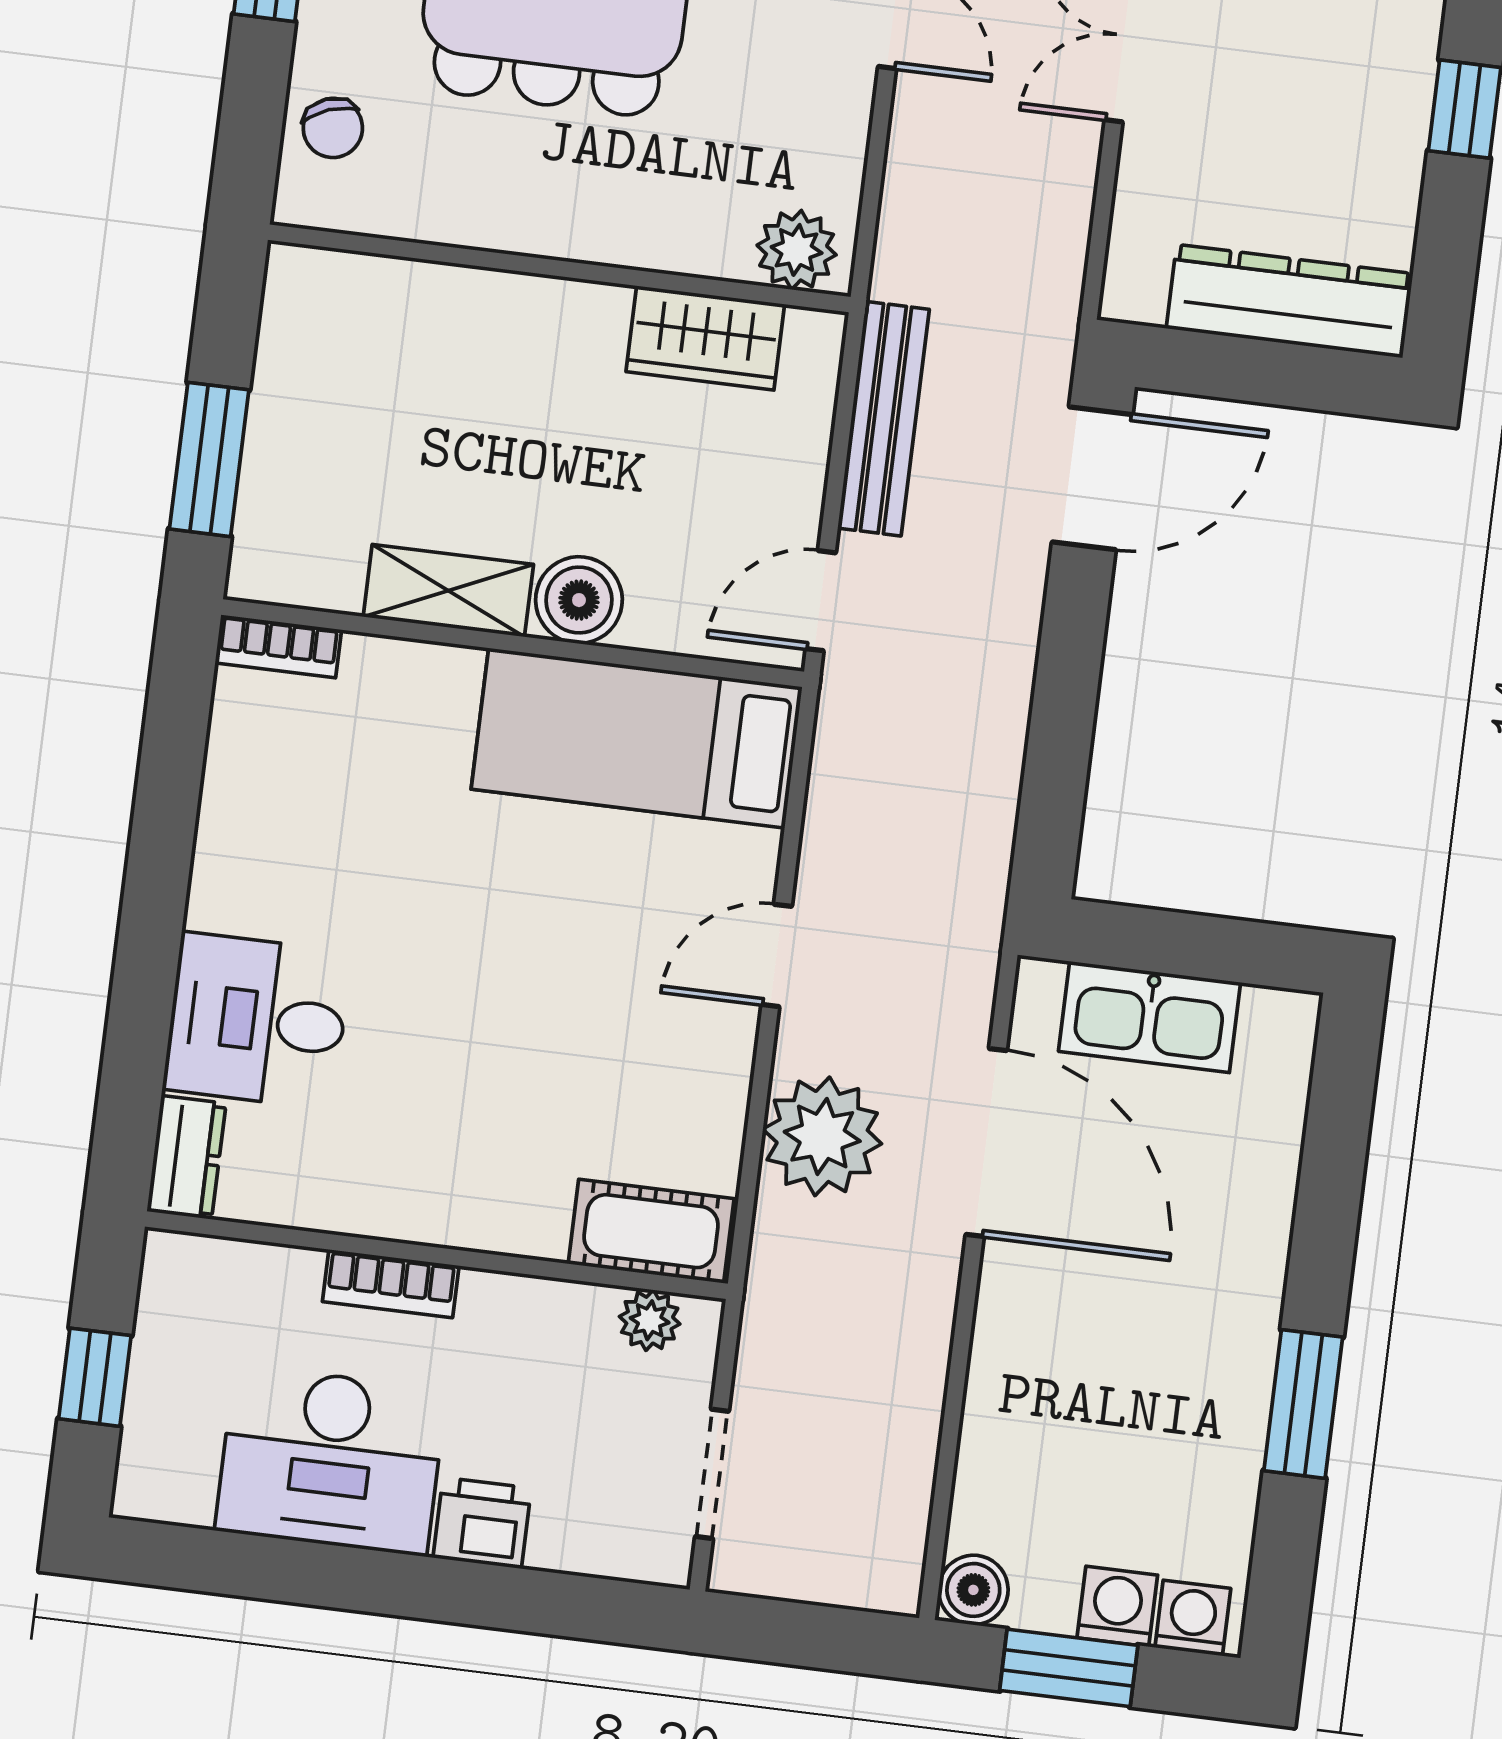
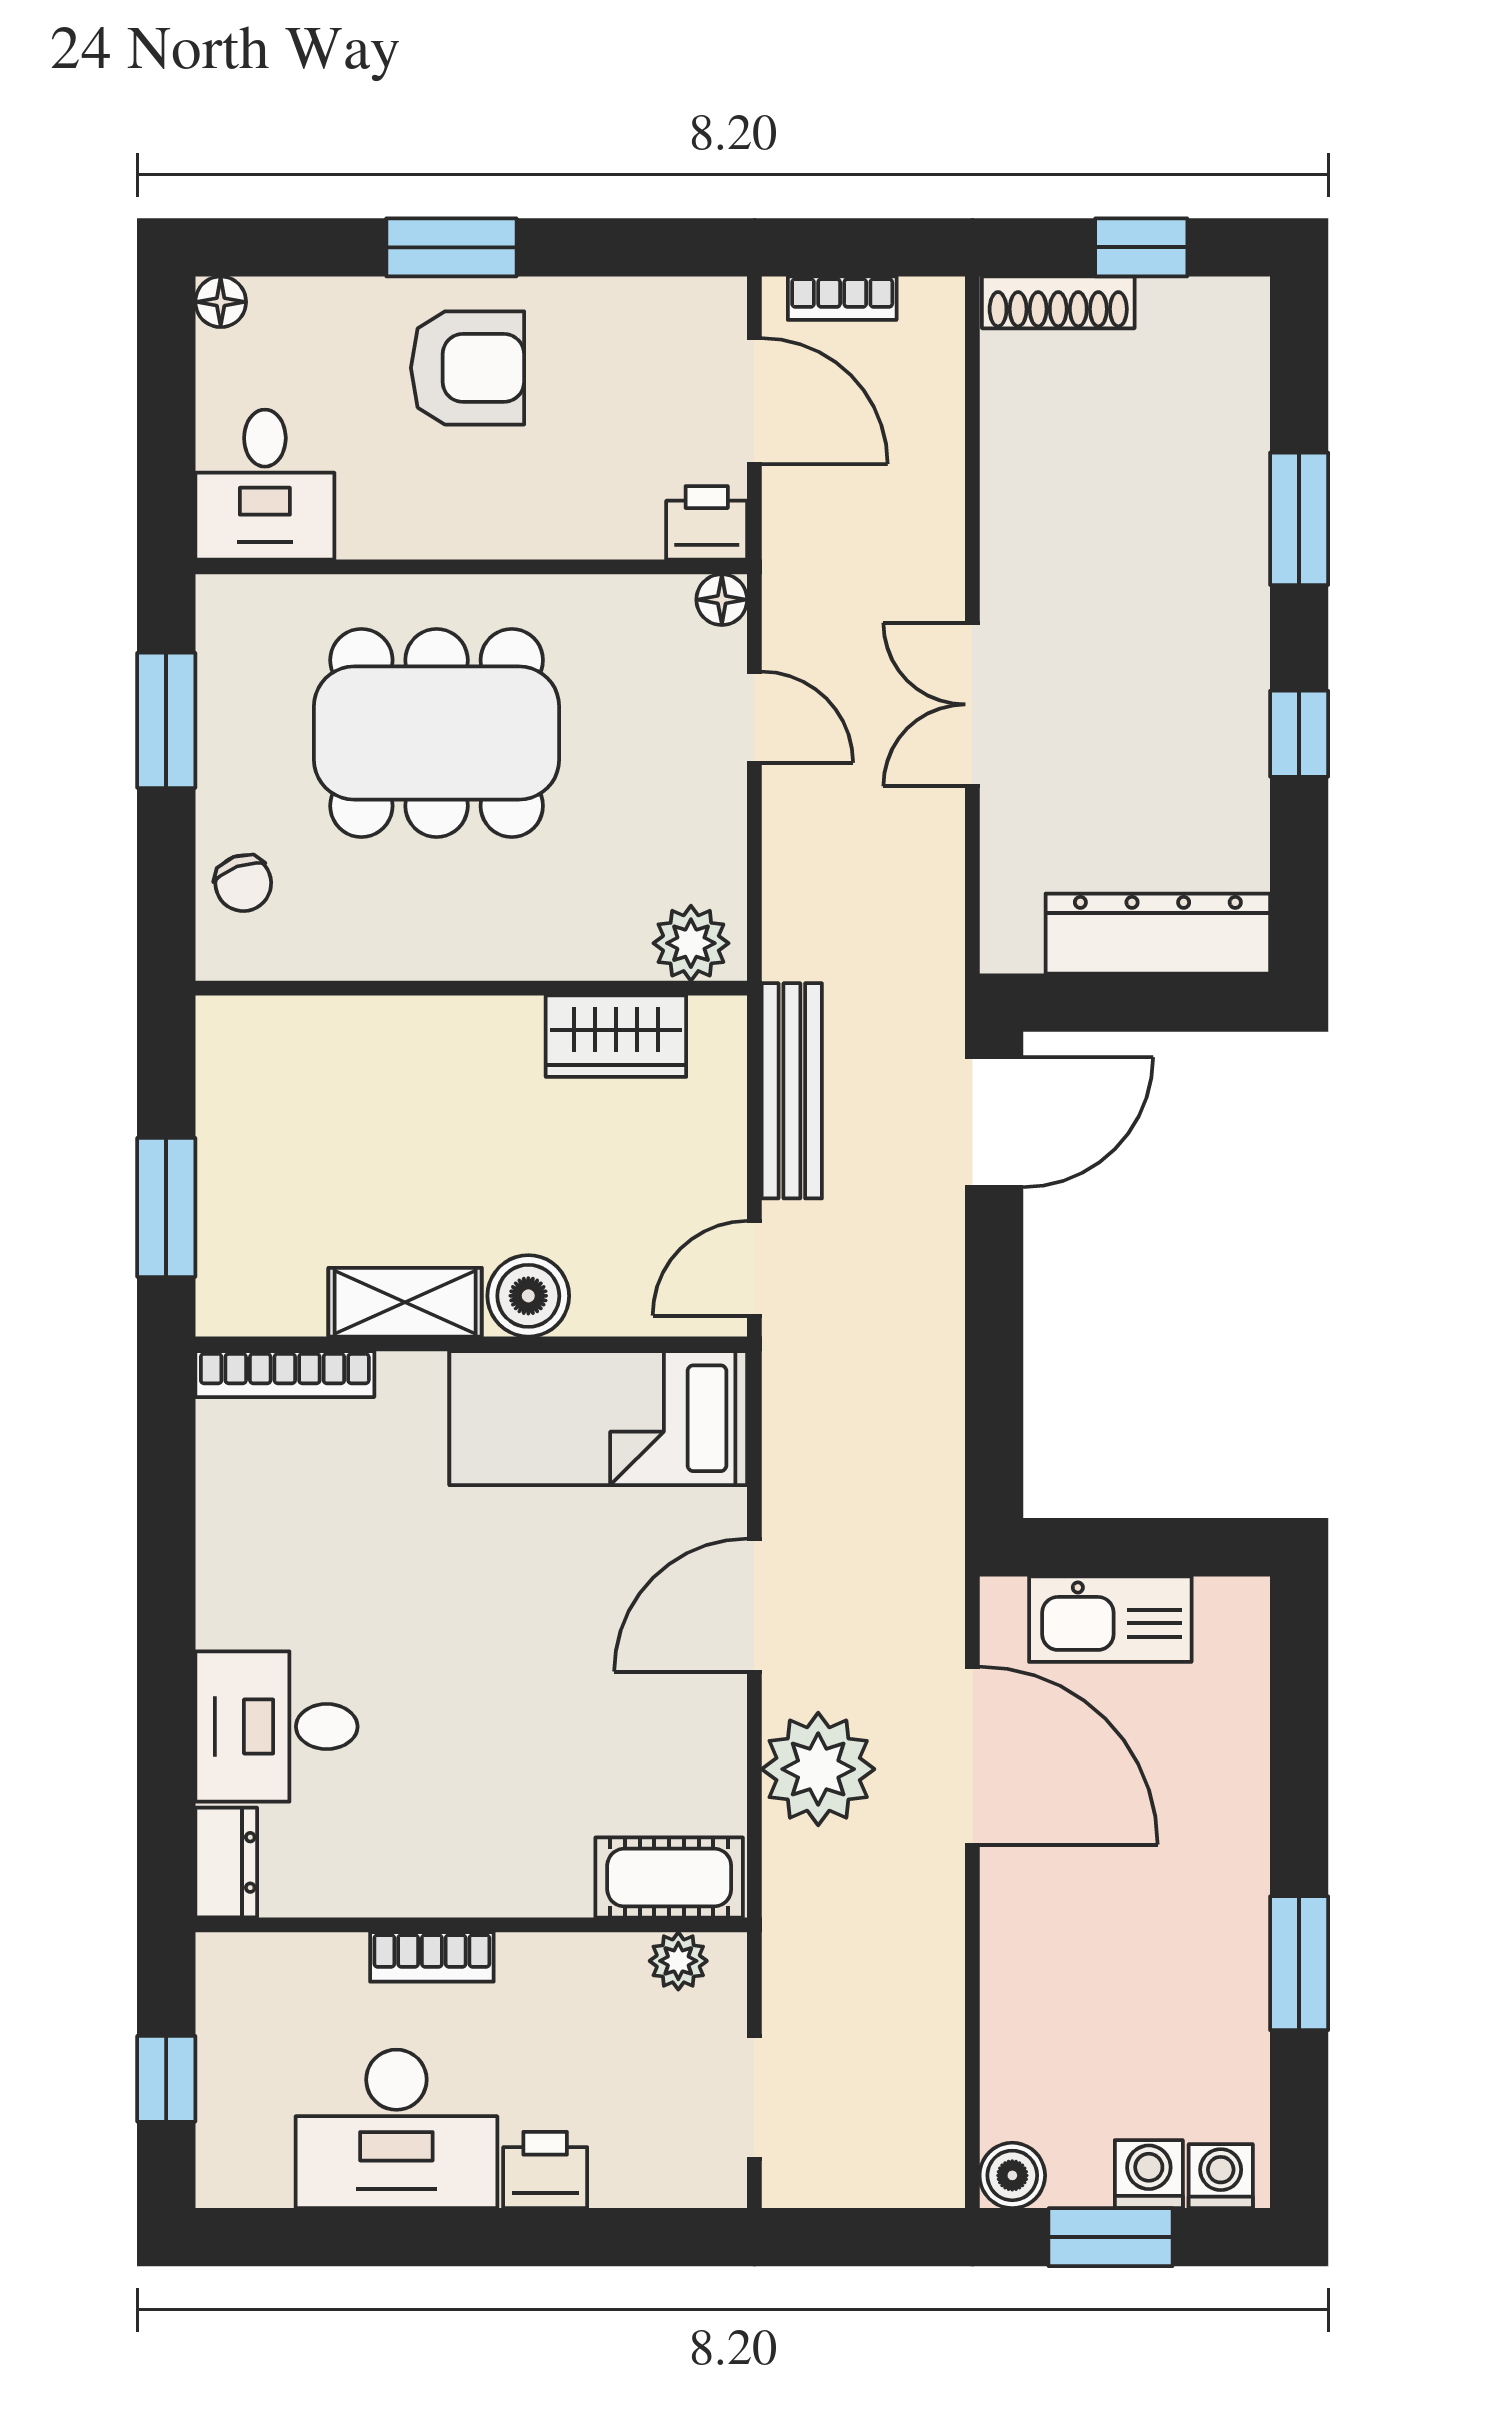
bookcase: (278, 646) -> (285, 1374), width x1.56
door: (777, 955) -> (754, 1605), width x1.38

